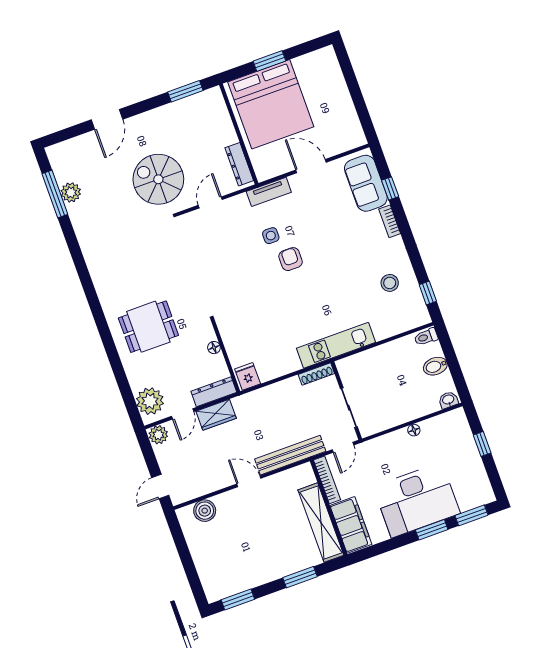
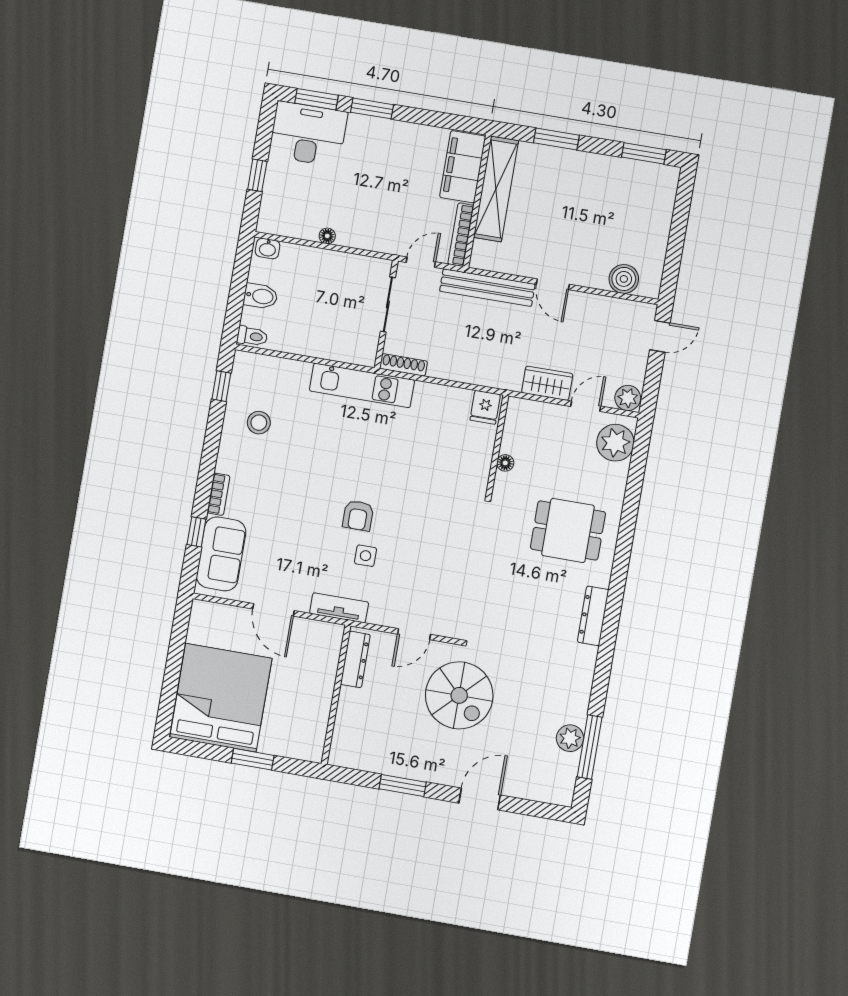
window: (185, 91) -> (403, 785), moved
bed: (271, 104) -> (221, 698), moved
dresser: (214, 392) -> (593, 616), moved, turned 90
desk: (417, 500) -> (308, 134), moved, width x0.73, depth x0.77

